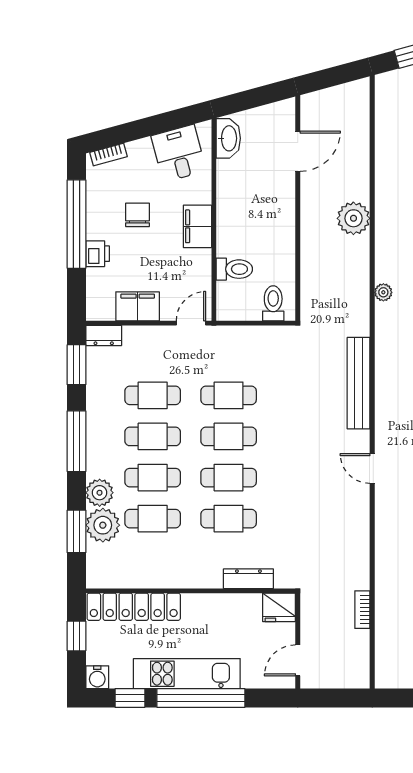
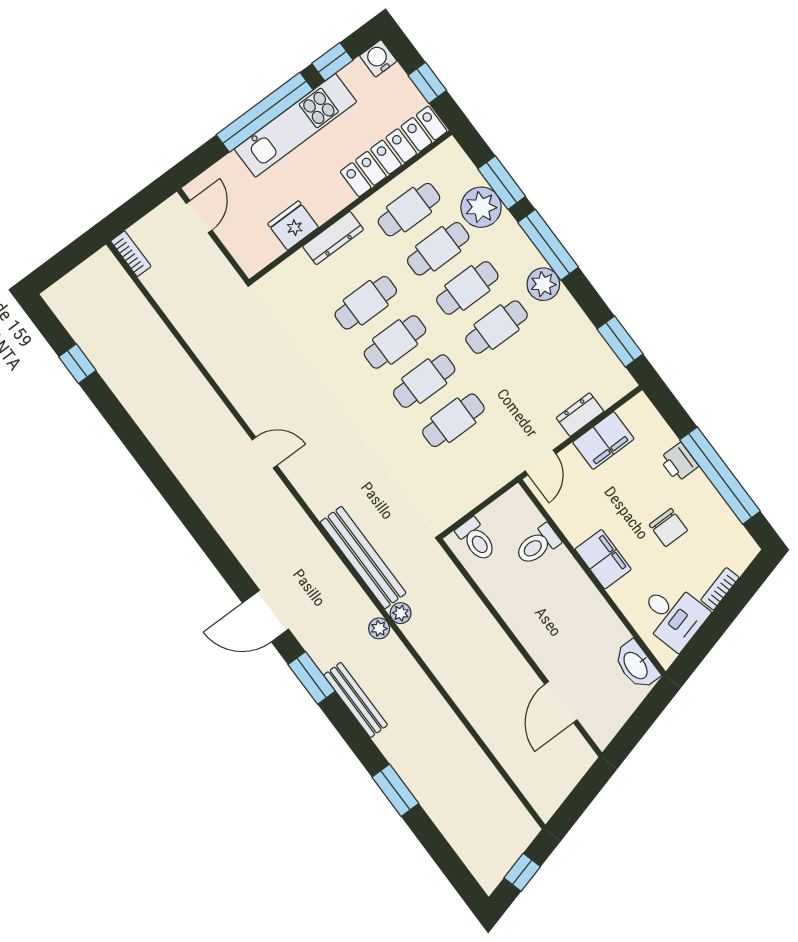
bookcase: (109, 154) -> (720, 589), moved
plant: (353, 218) -> (401, 613), moved, width x0.53, depth x0.53
dresser: (104, 335) -> (580, 415), moved
bench: (359, 383) -> (363, 558), moved
cafe table: (153, 395) -> (409, 210), moved
window: (77, 441) -> (548, 245), moved
plant: (100, 493) -> (543, 284), moved
dresser: (248, 579) -> (333, 238), moved
fridge: (279, 607) -> (293, 225), moved
bookcase: (362, 610) -> (131, 254), moved

